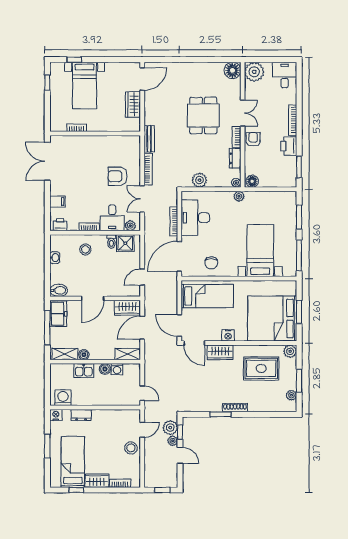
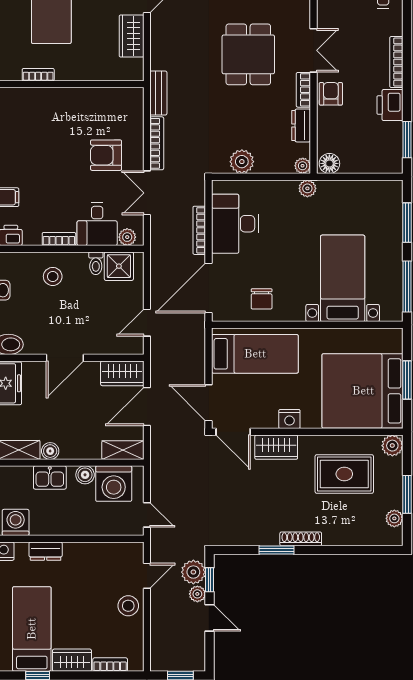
washing machine: (117, 369) -> (114, 484), width x1.89, depth x1.89

